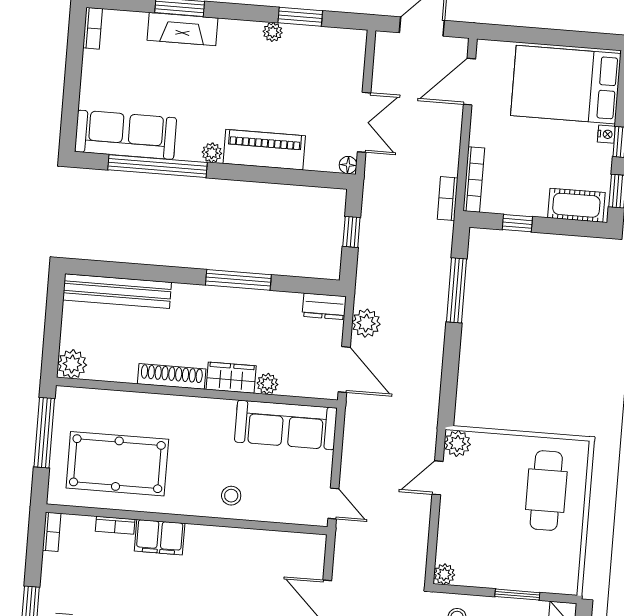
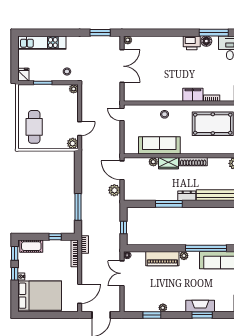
dresser: (324, 306) -> (187, 196), moved
sofa: (286, 425) -> (159, 145), moved

